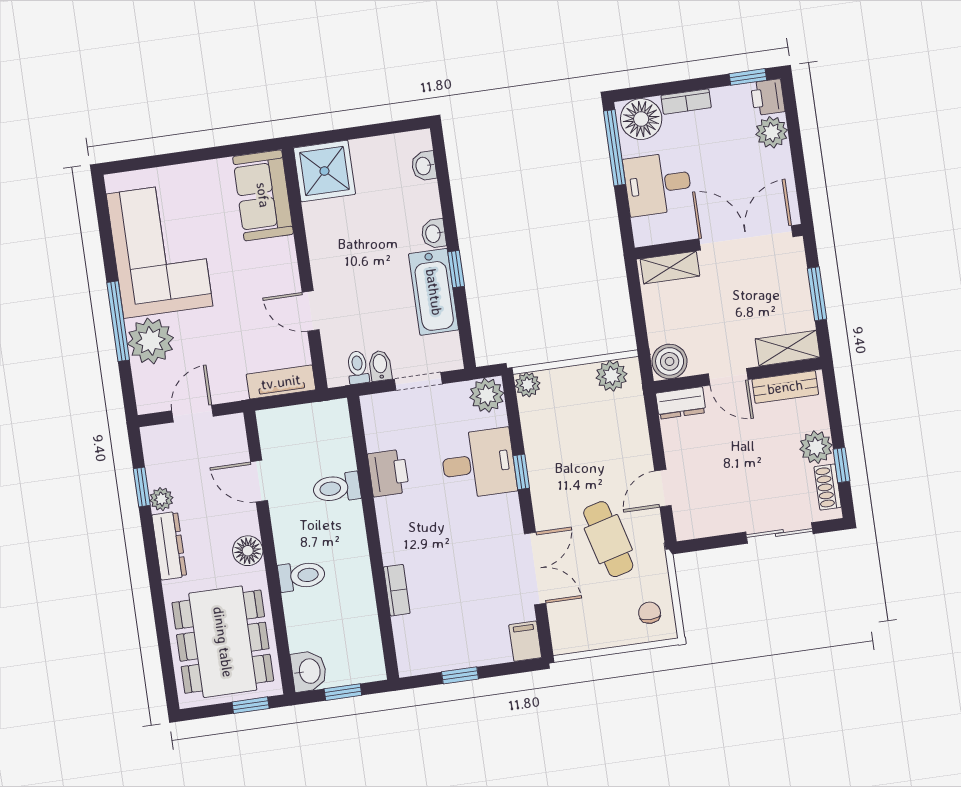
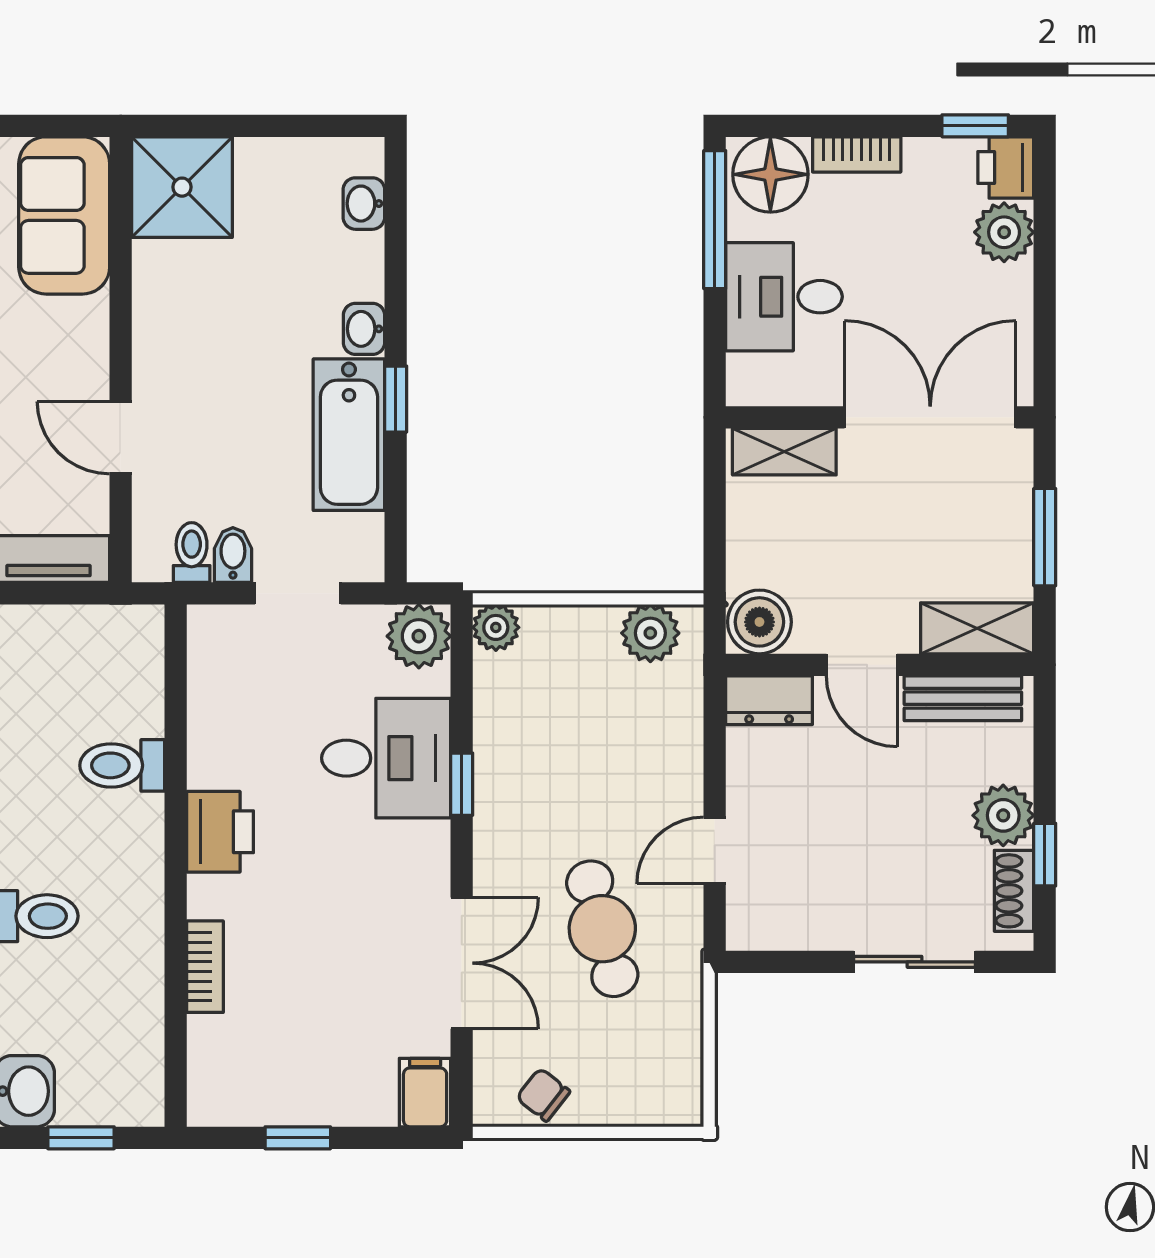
printer: (388, 473) -> (220, 832), moved
chair: (650, 613) -> (543, 1095), moved, turned -52

